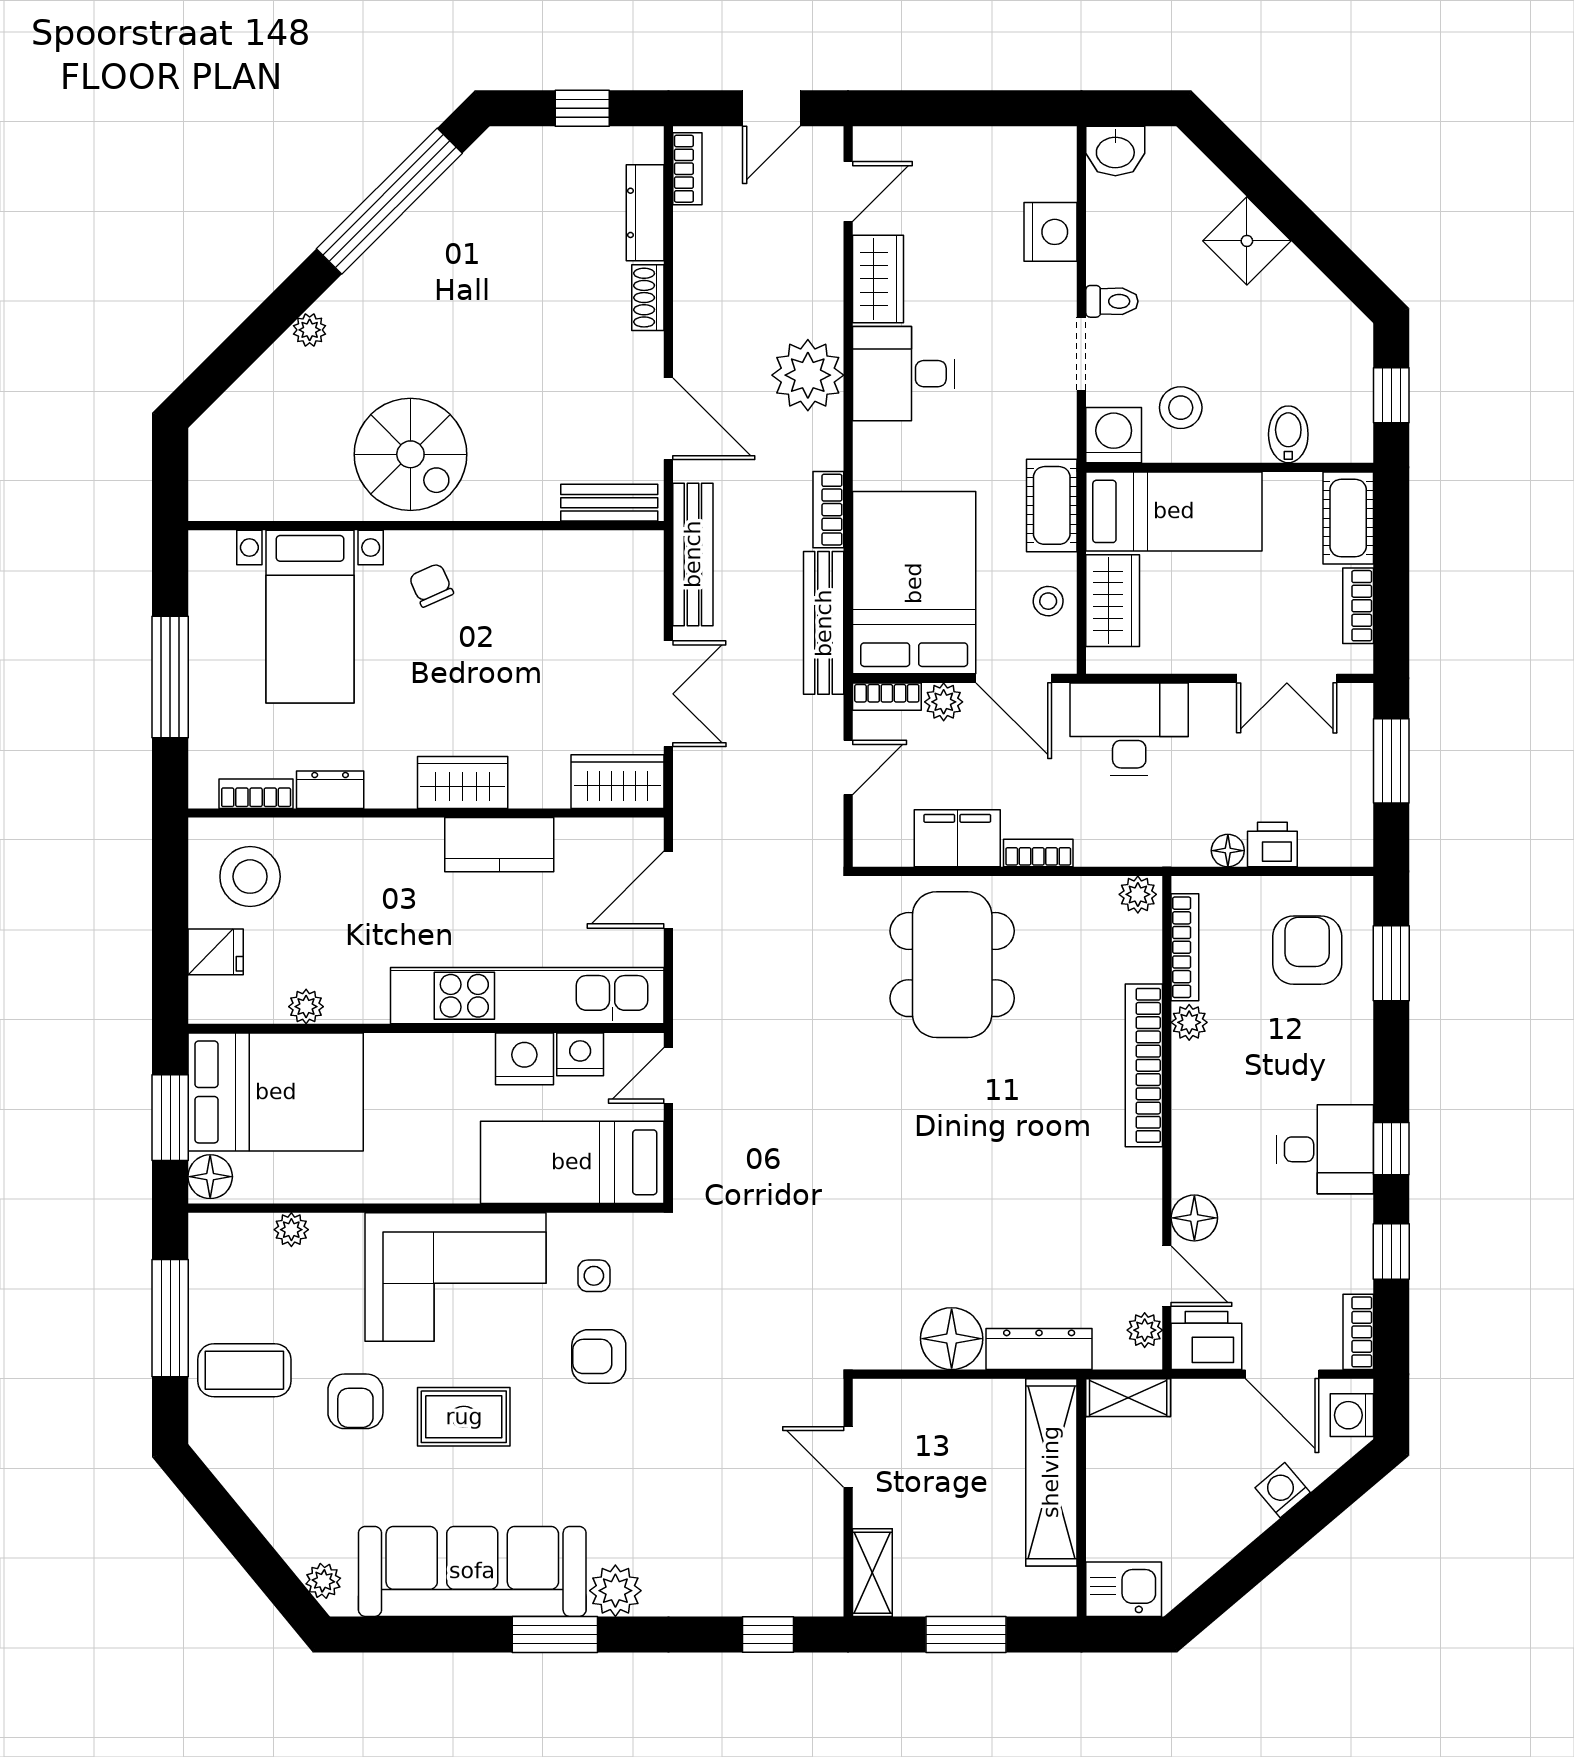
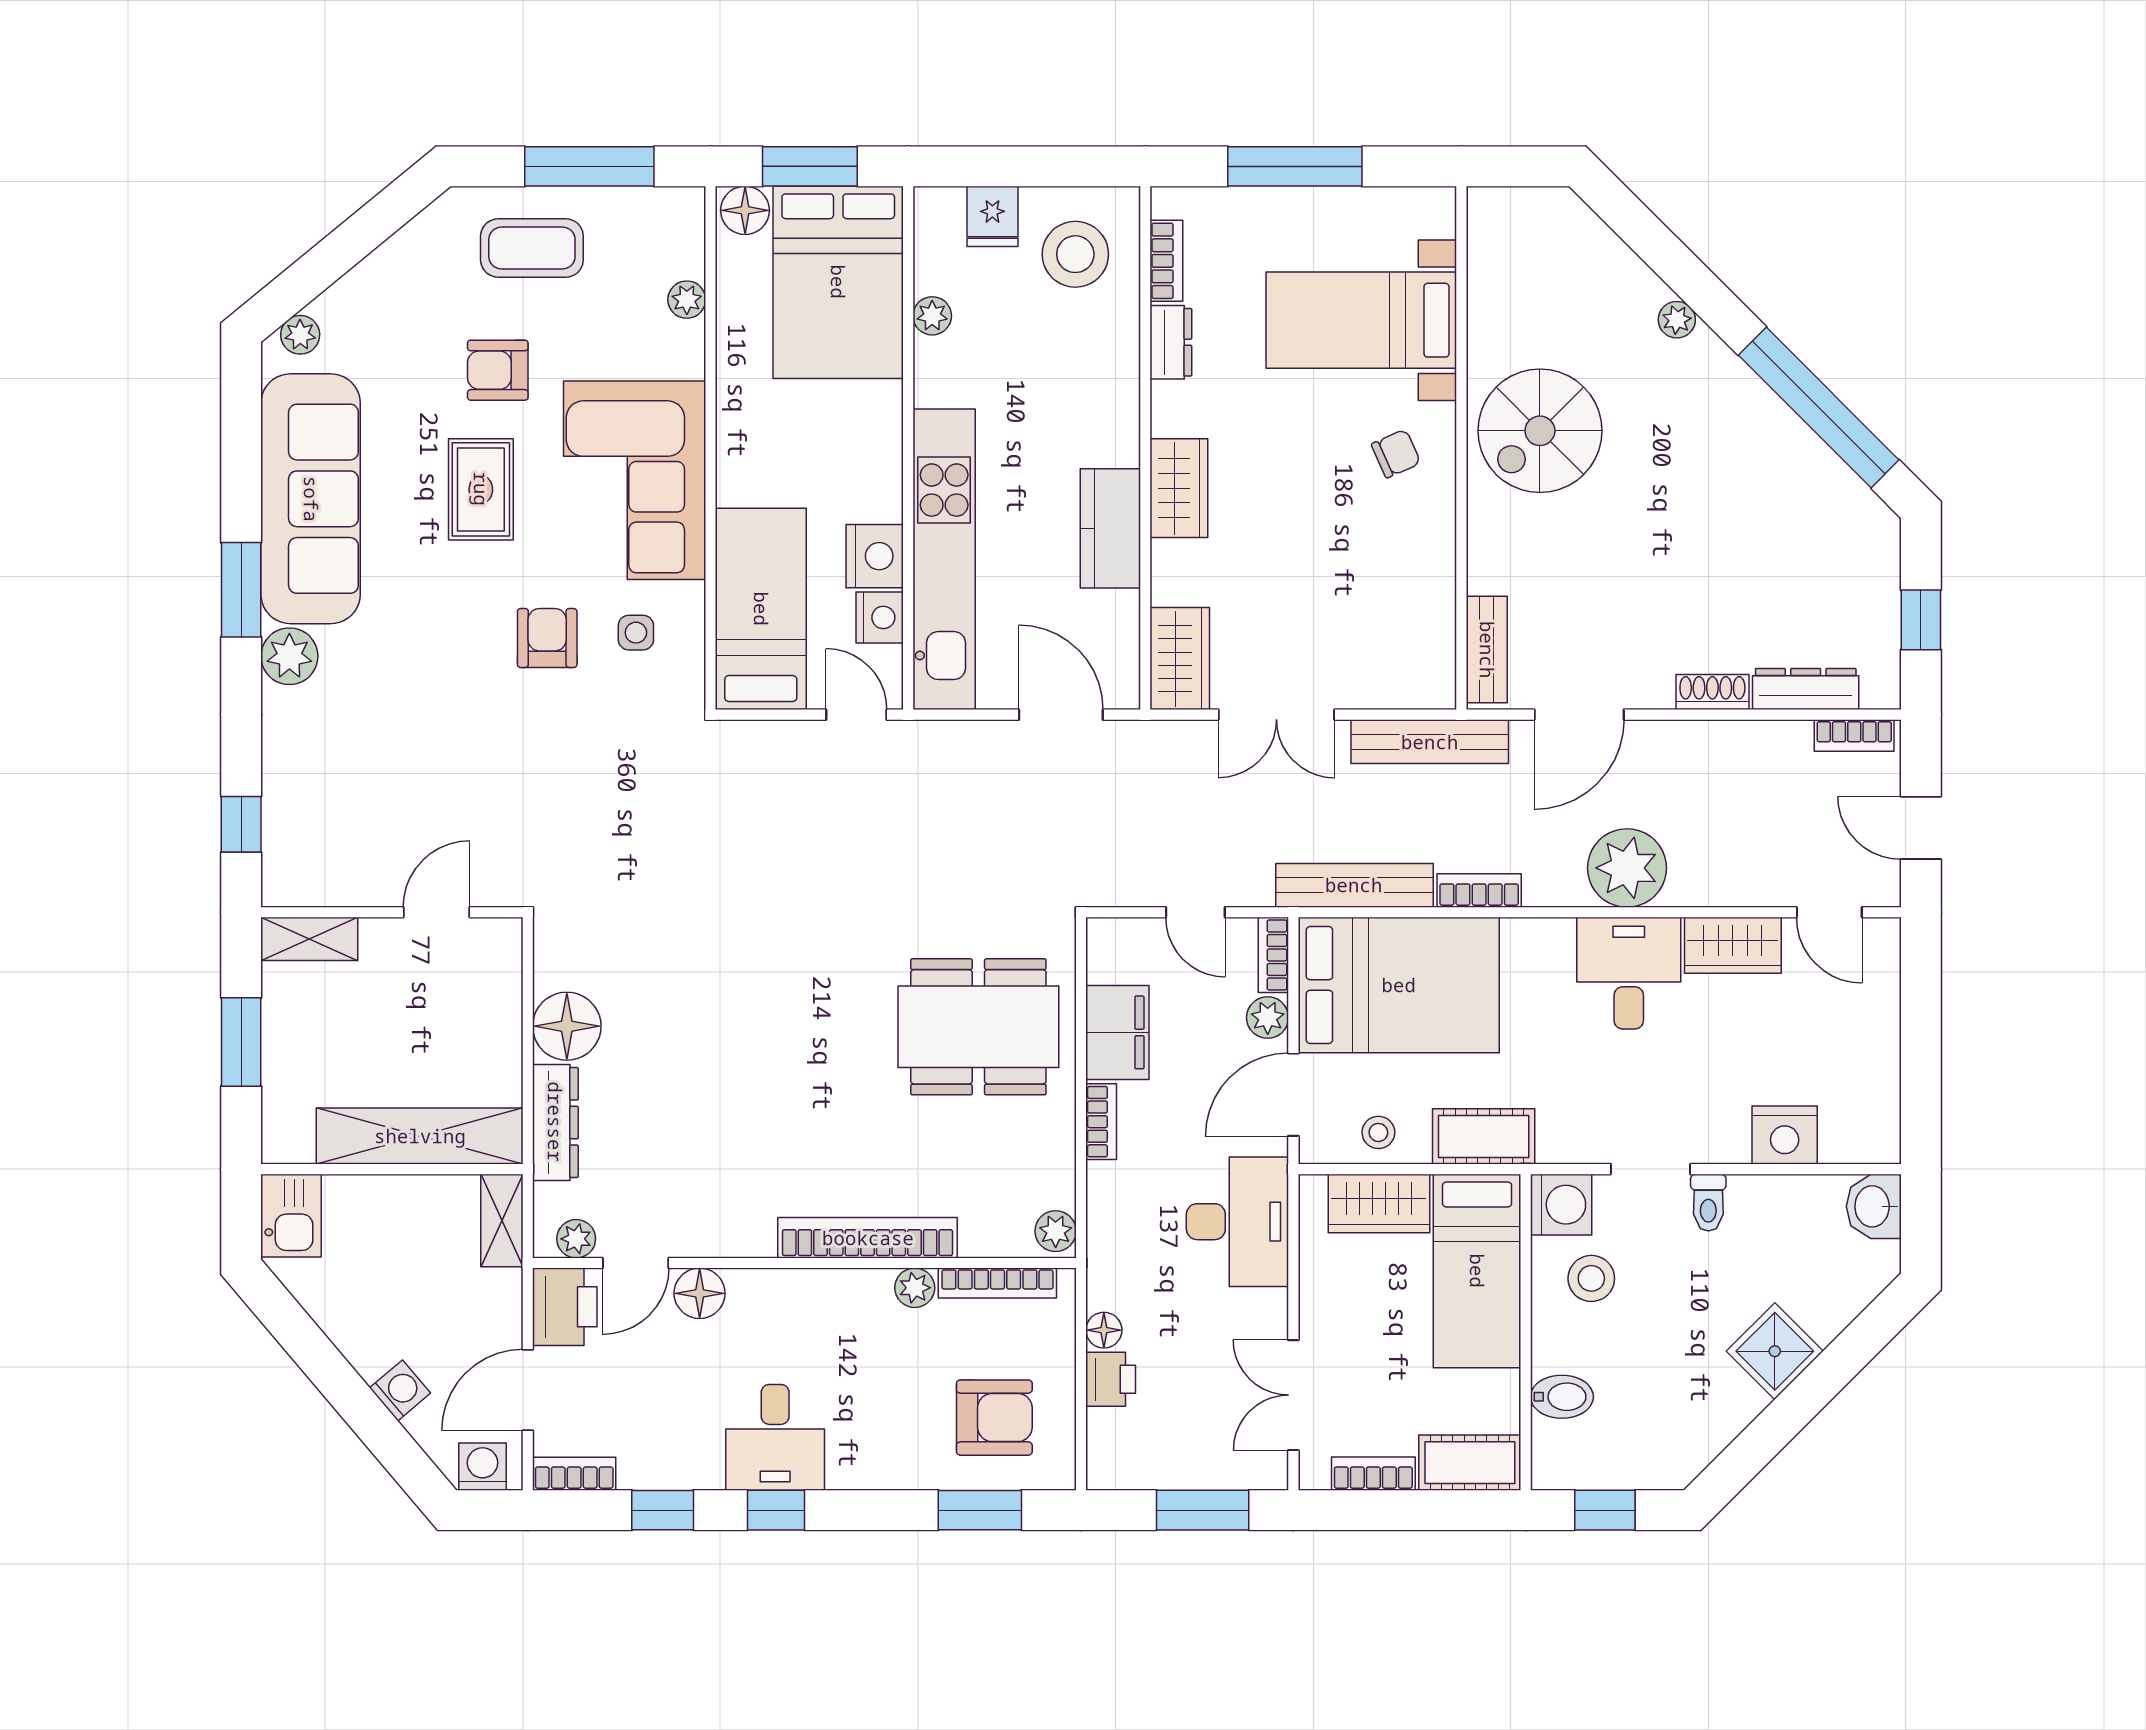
coffee table: (244, 1370) -> (532, 248), turned 90

